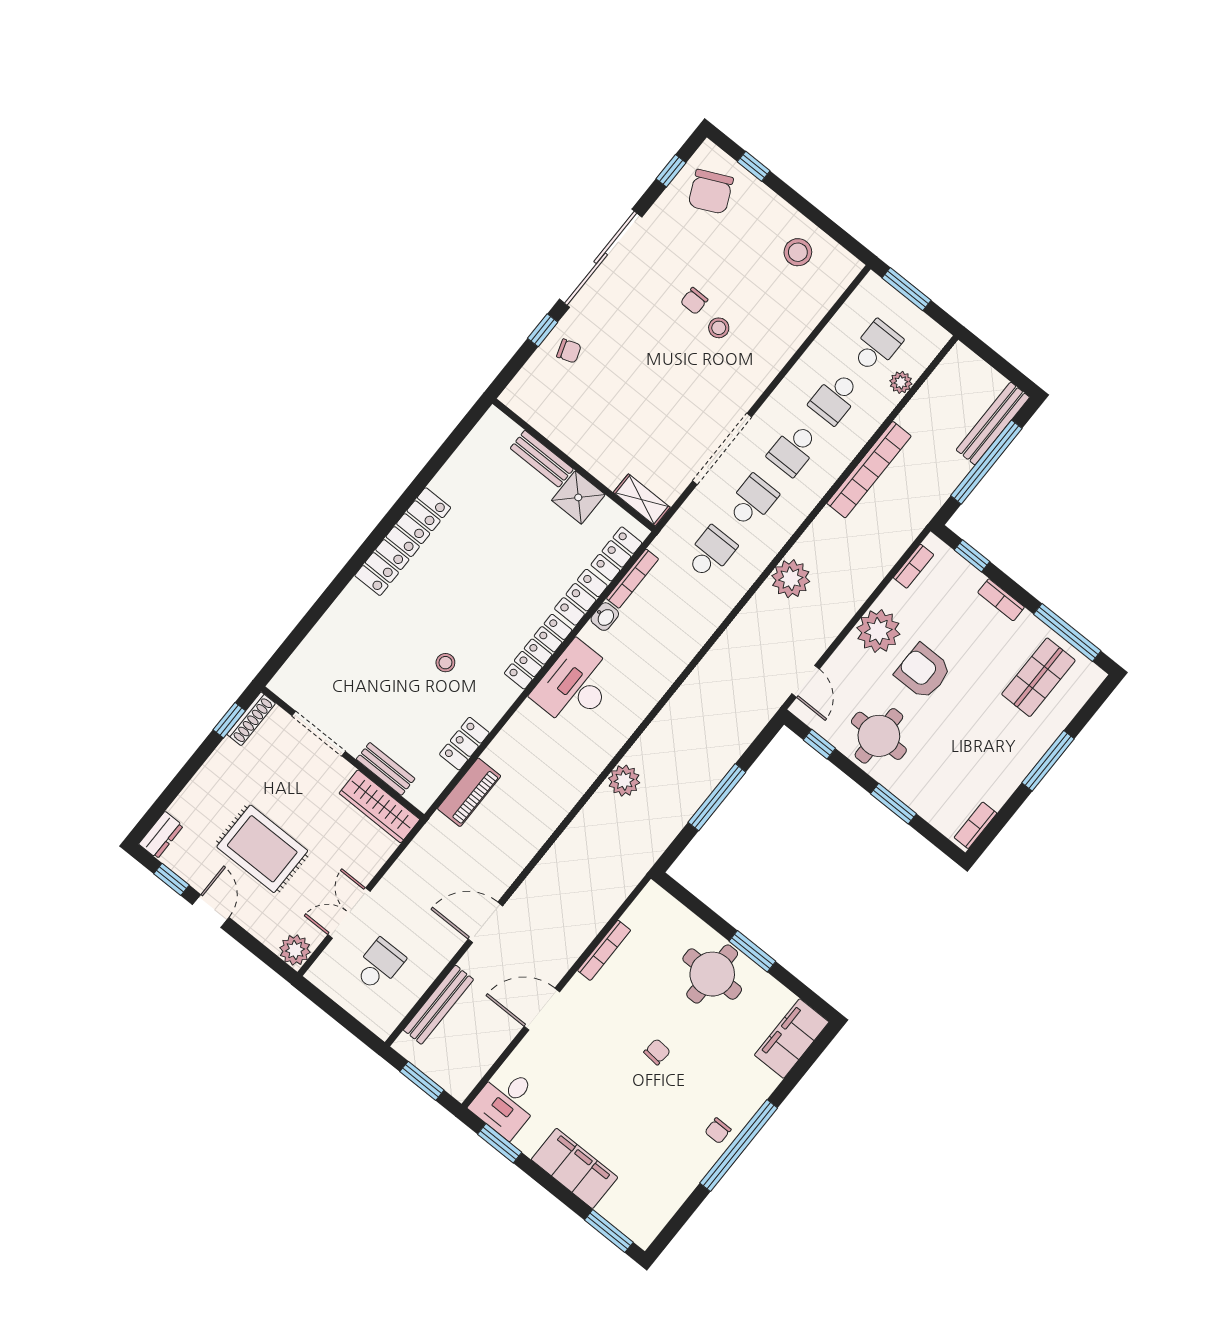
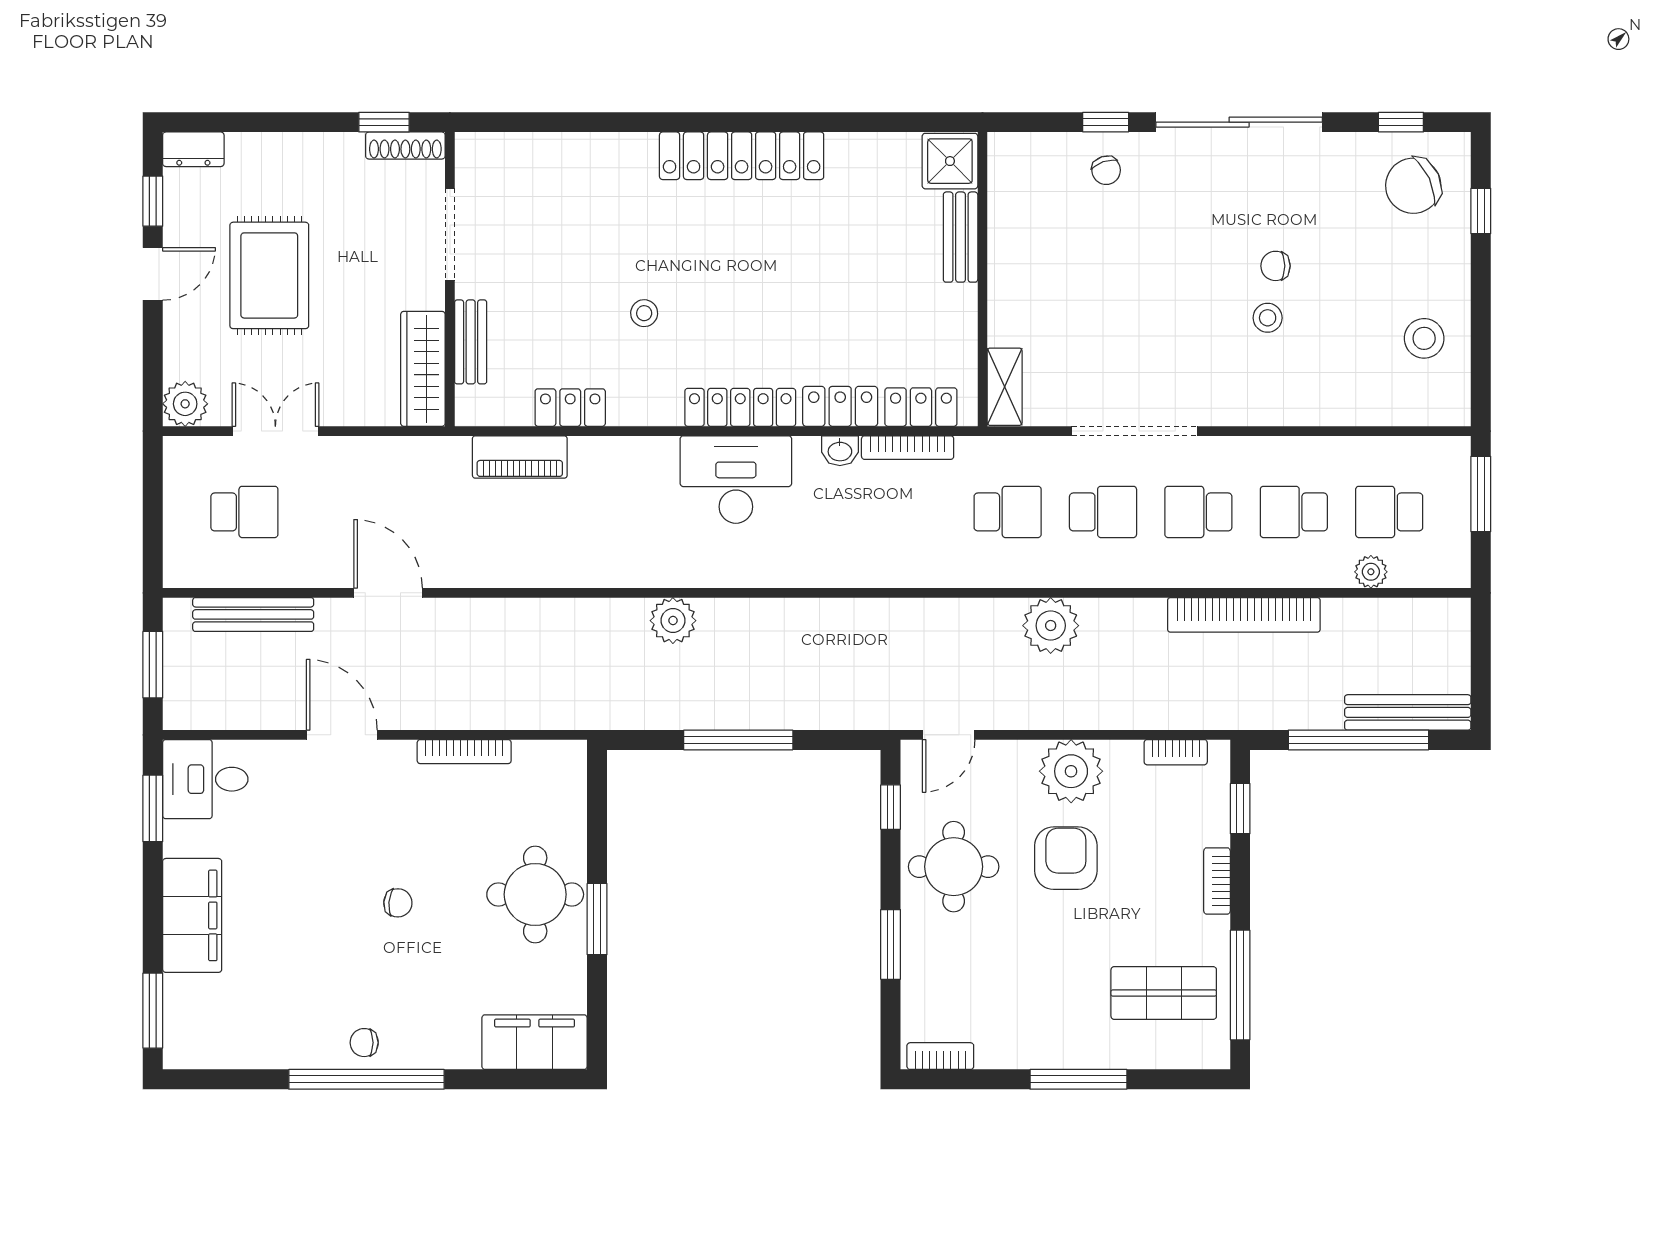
school desk: (876, 346) -> (1389, 512), turned 180
shower: (578, 497) -> (950, 161), moved

